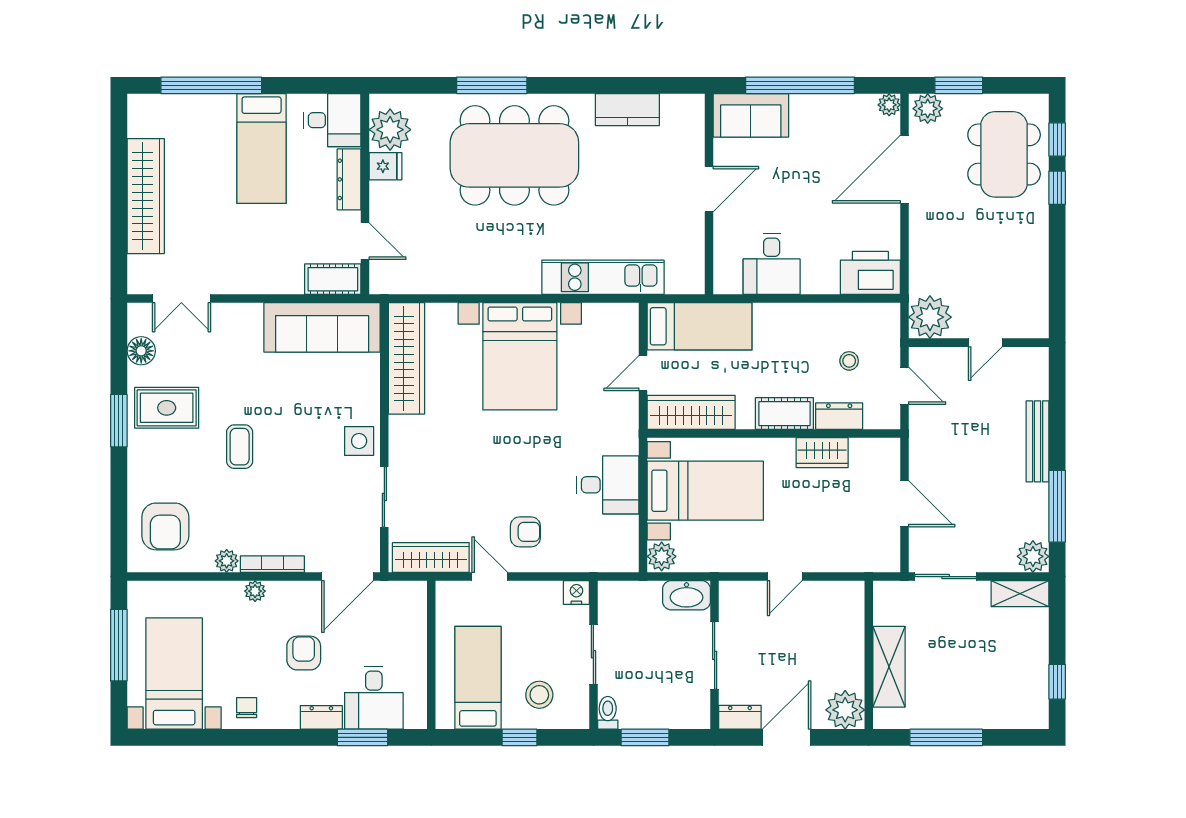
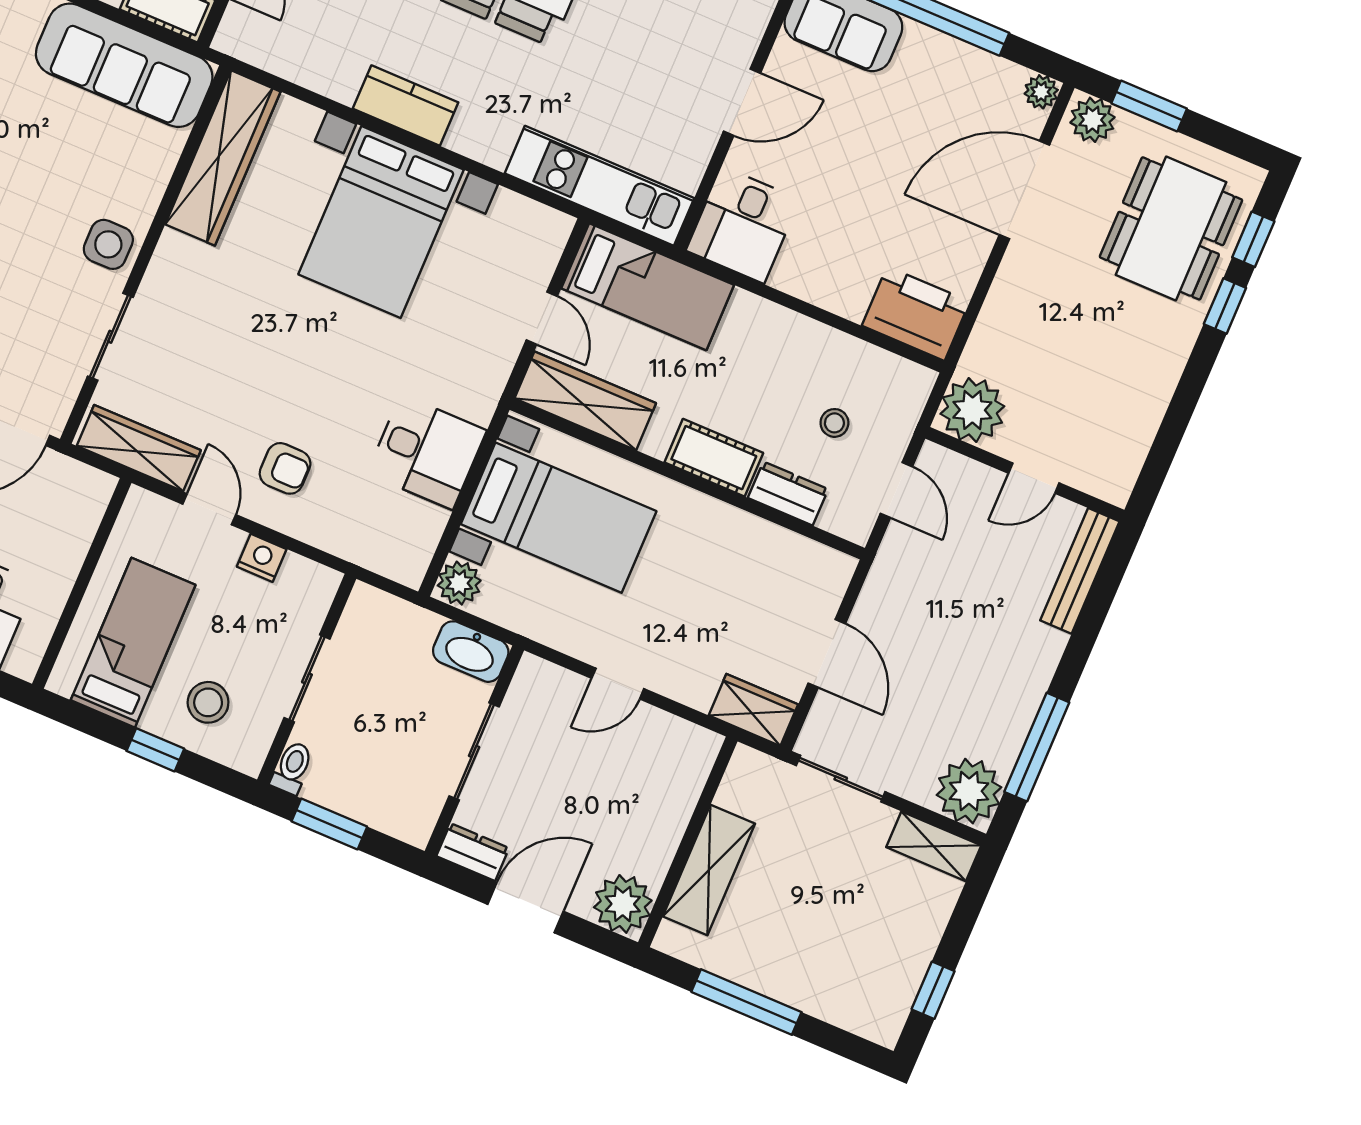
desk: (772, 264) -> (743, 225), moved
kitchen unit: (603, 277) -> (599, 186), moved
kitchen counter: (504, 279) -> (406, 106), added
door: (643, 373) -> (542, 318), swing flipped
bench: (1038, 441) -> (1080, 571), moved
wardrobe: (822, 453) -> (753, 710), moved, turned 180
plant: (1033, 556) -> (969, 791), width x1.36, depth x1.36
nightstand: (576, 593) -> (262, 558), moved

